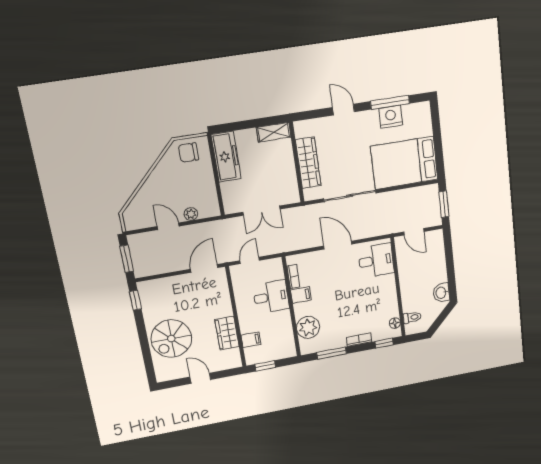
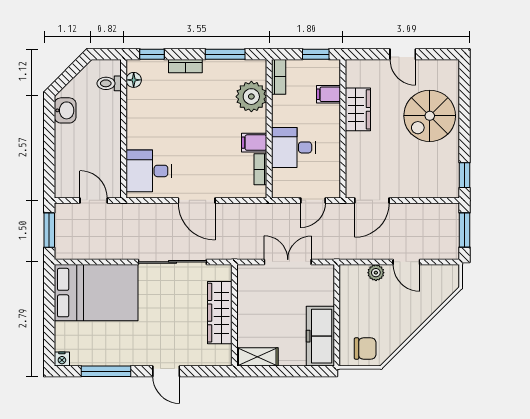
nightstand: (391, 117) -> (62, 359), moved, width x0.53, depth x0.56
spiral stairs: (171, 339) -> (430, 116), turned 180
bookcase: (290, 345) -> (279, 77), added

